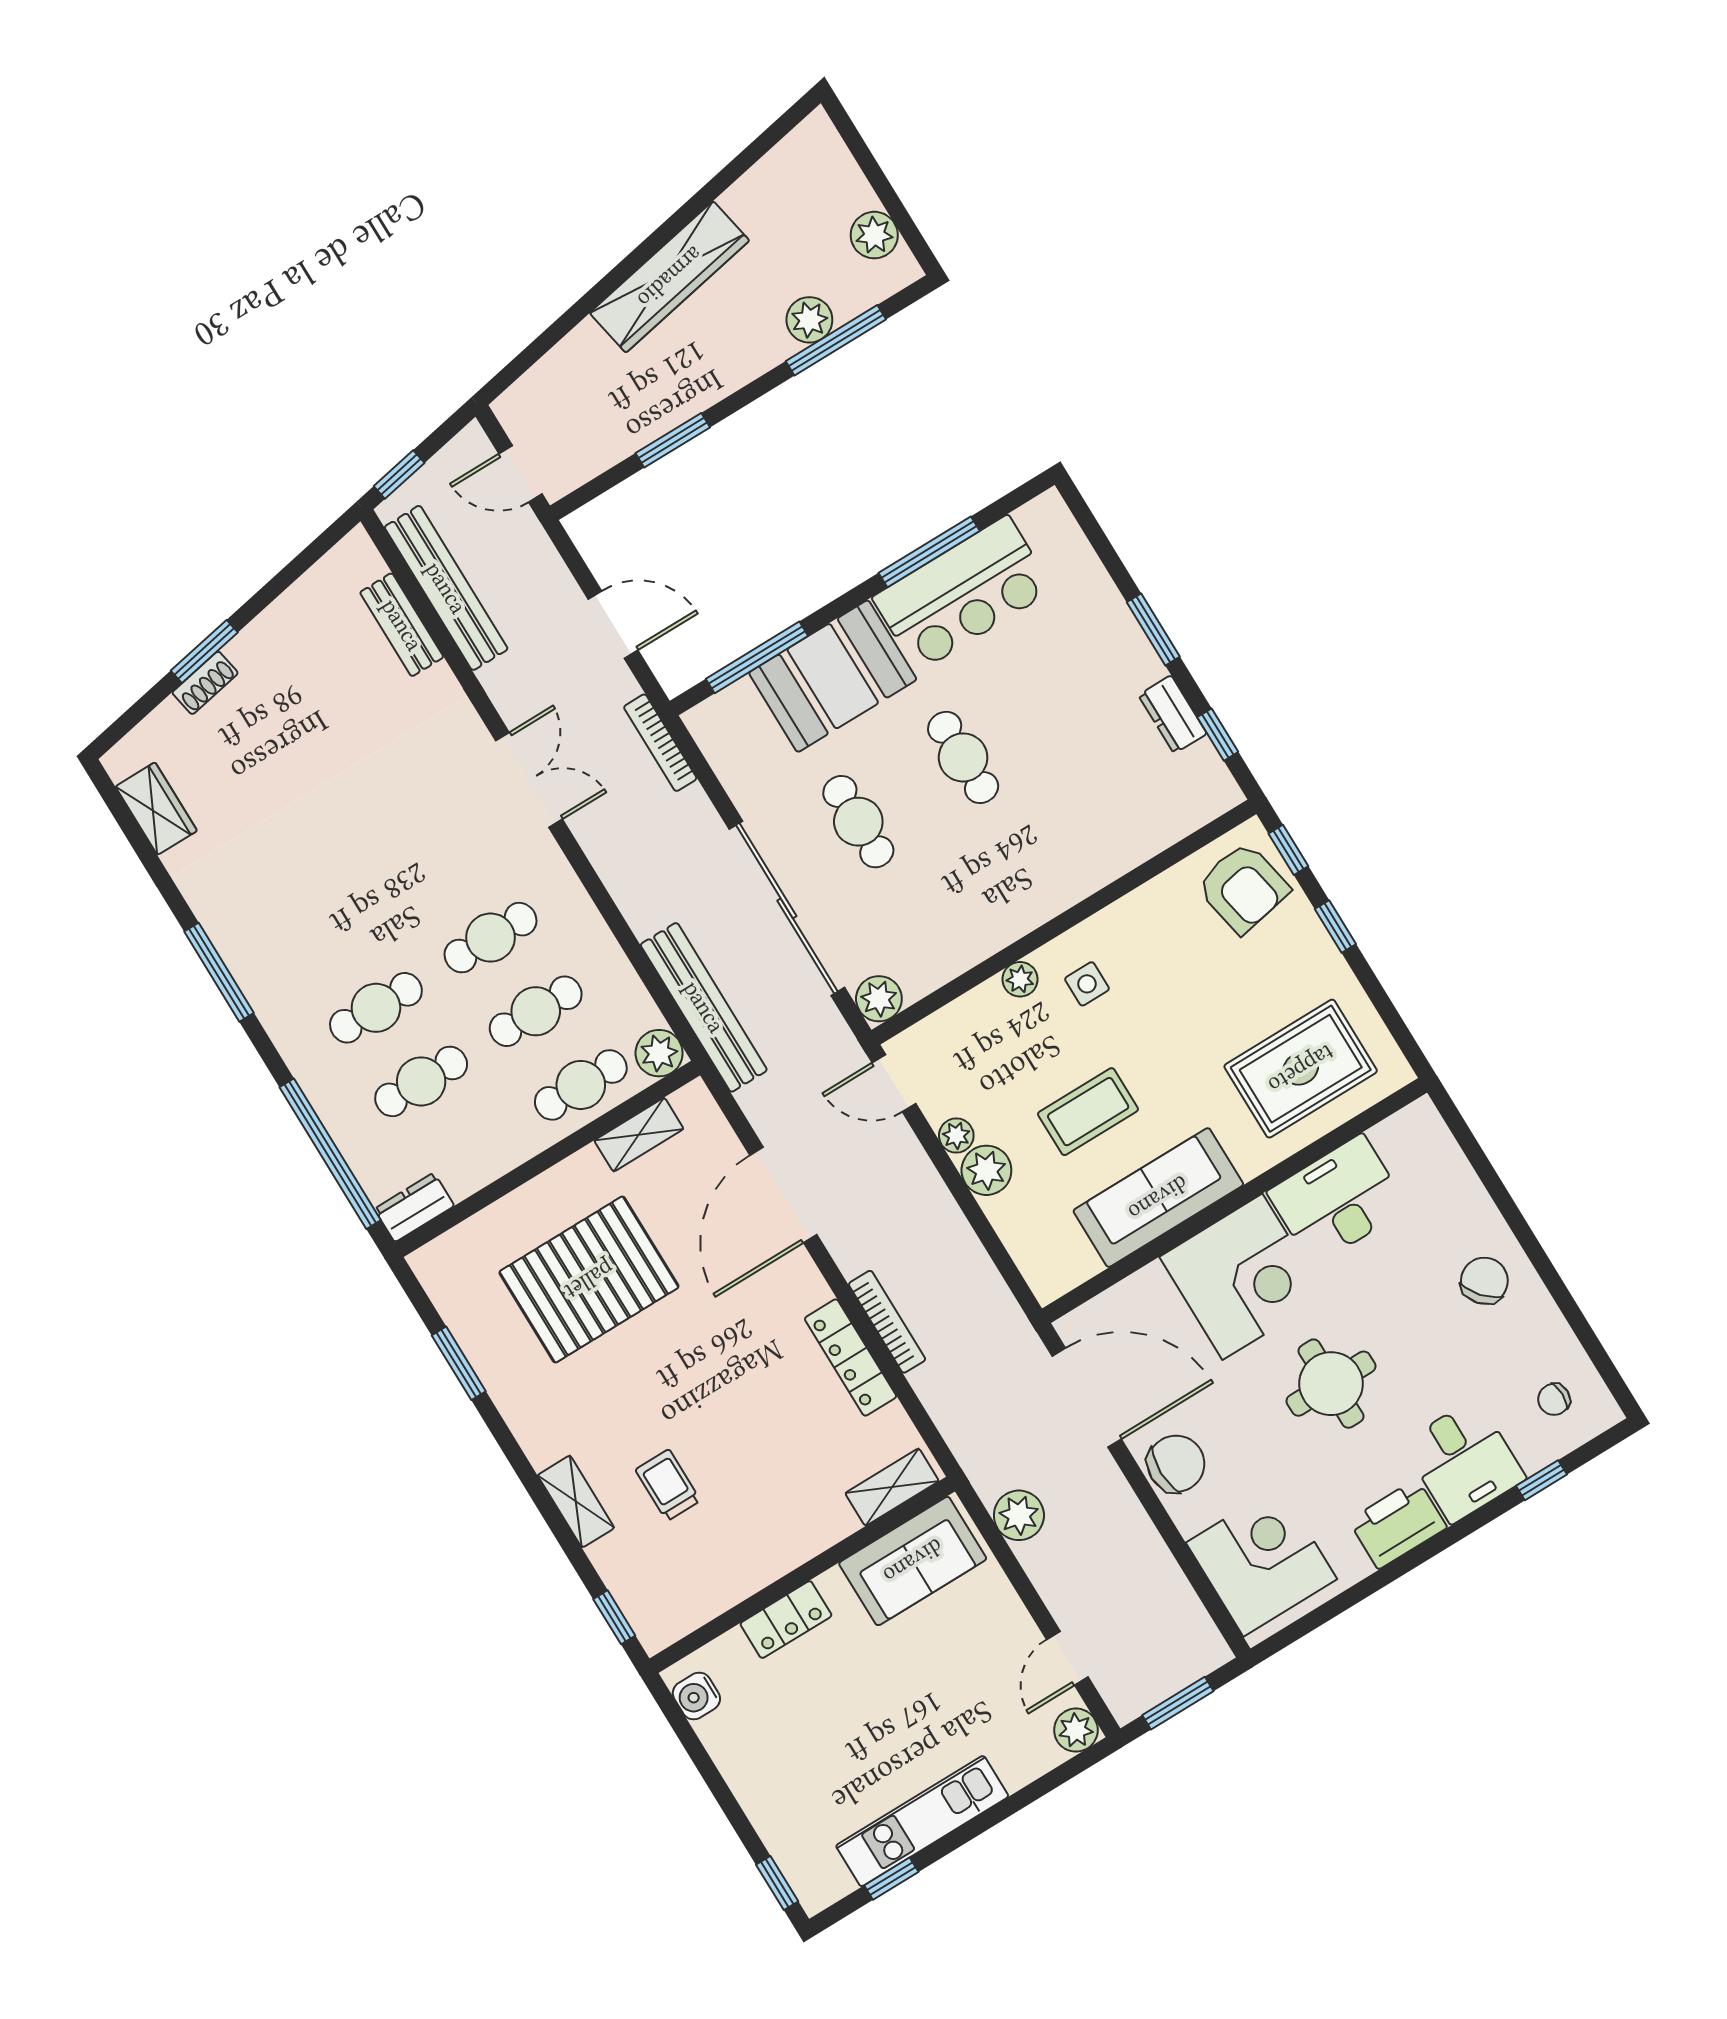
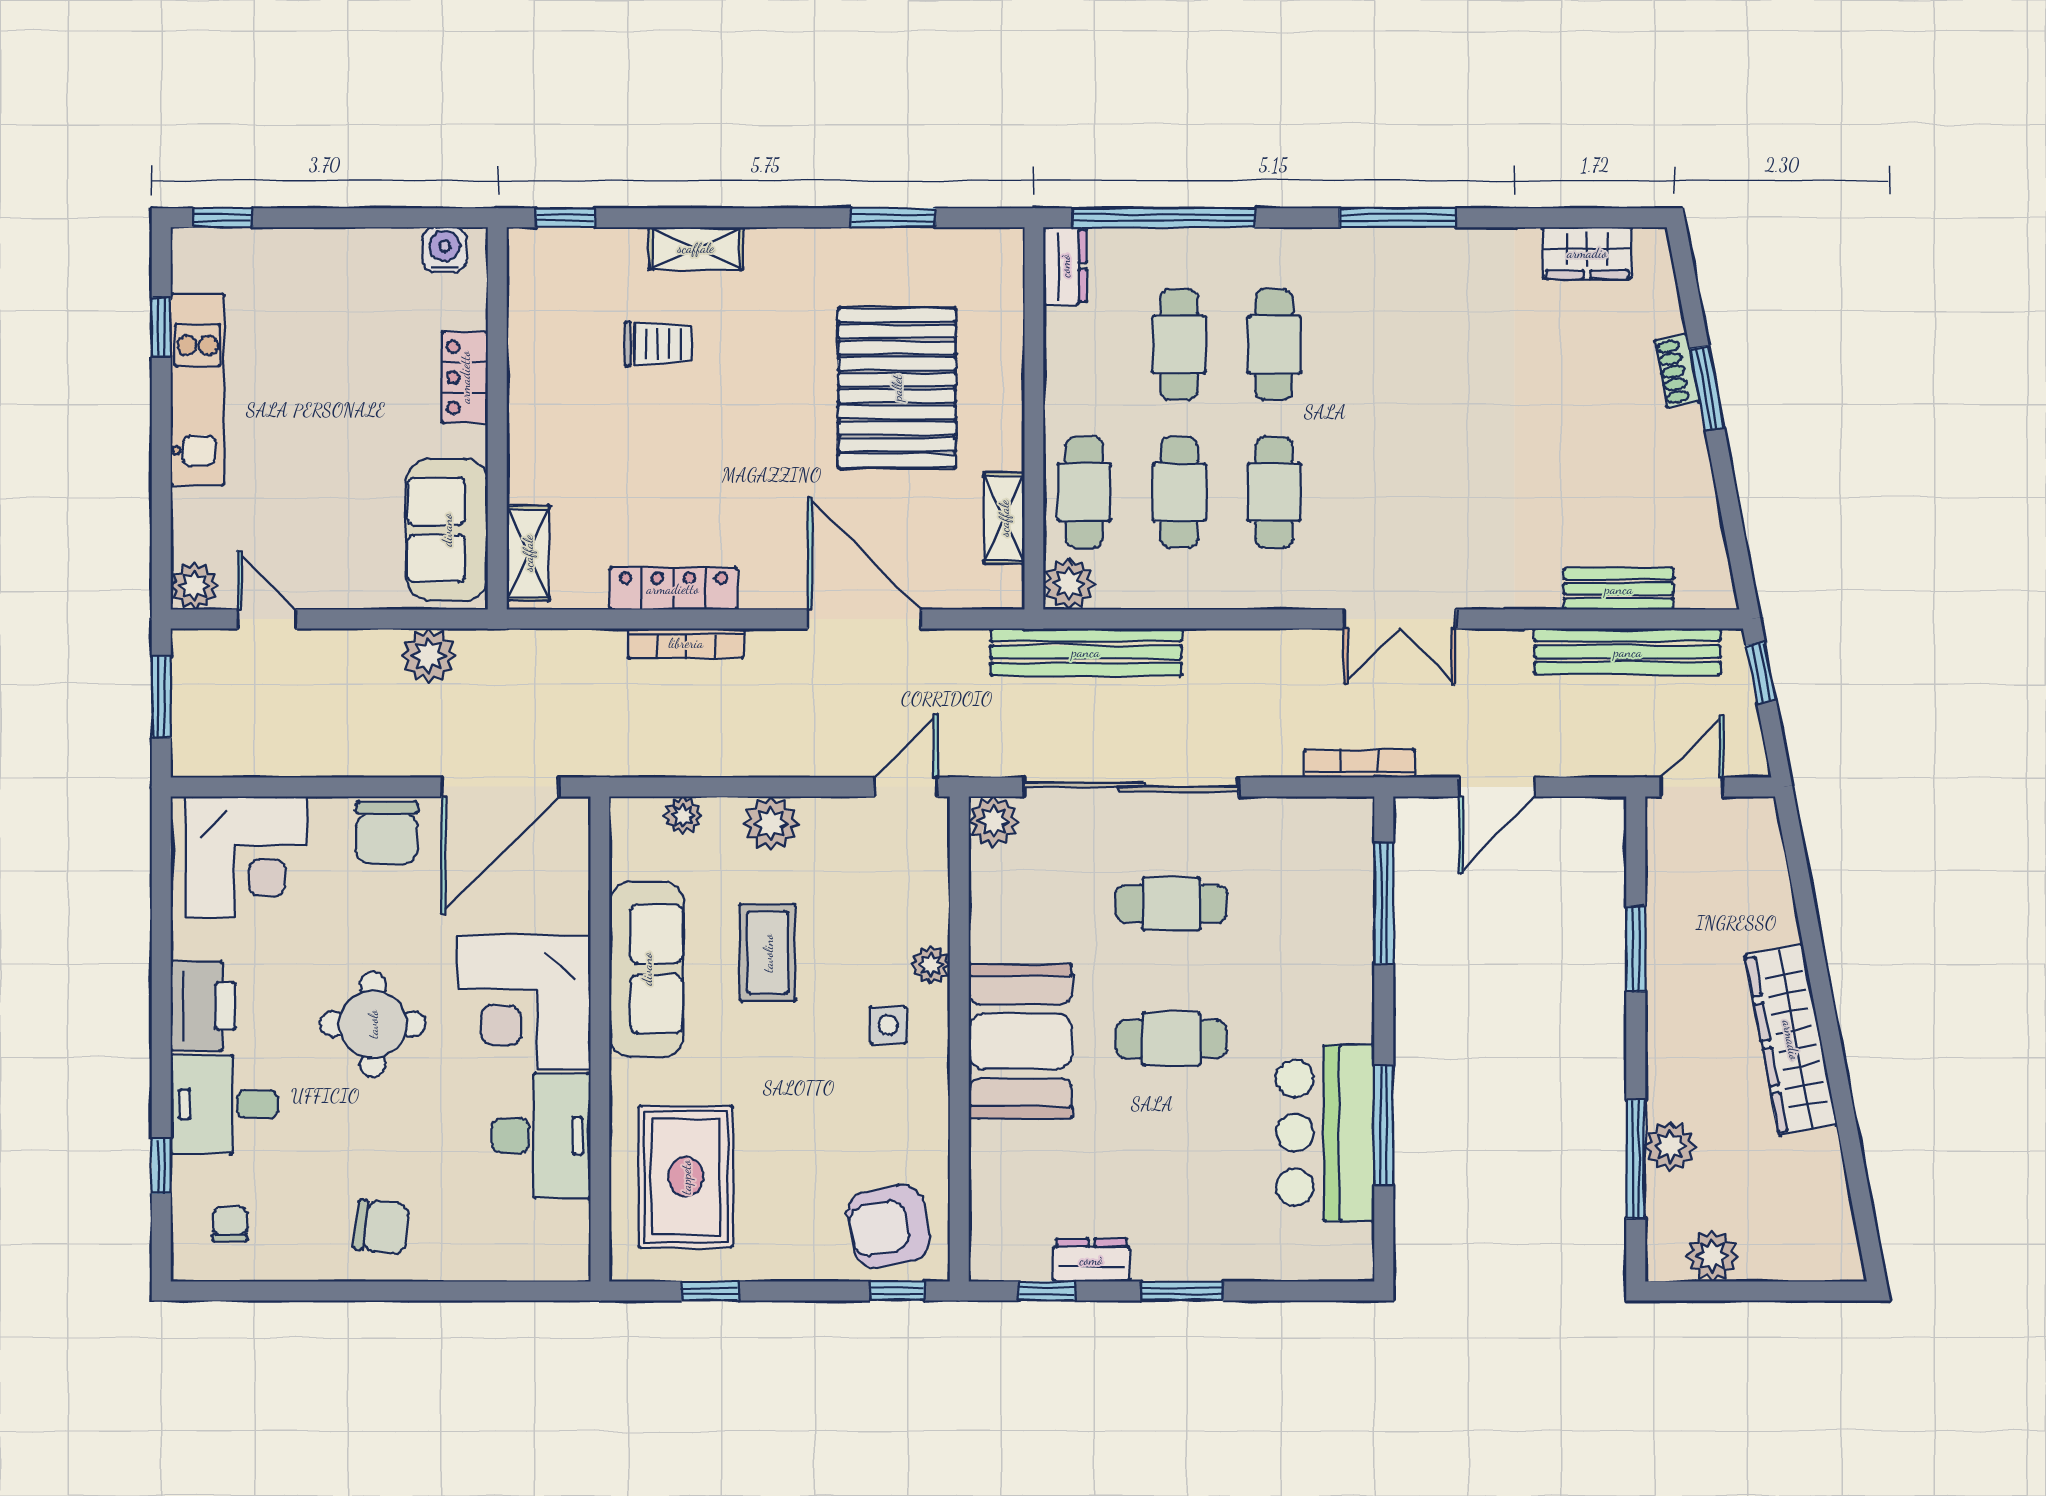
booth: (833, 676) -> (1020, 1041), moved
window: (1335, 926) -> (710, 1291), moved
plant: (956, 1136) -> (683, 815), moved
chair: (1484, 1281) -> (381, 1227), turned -42

